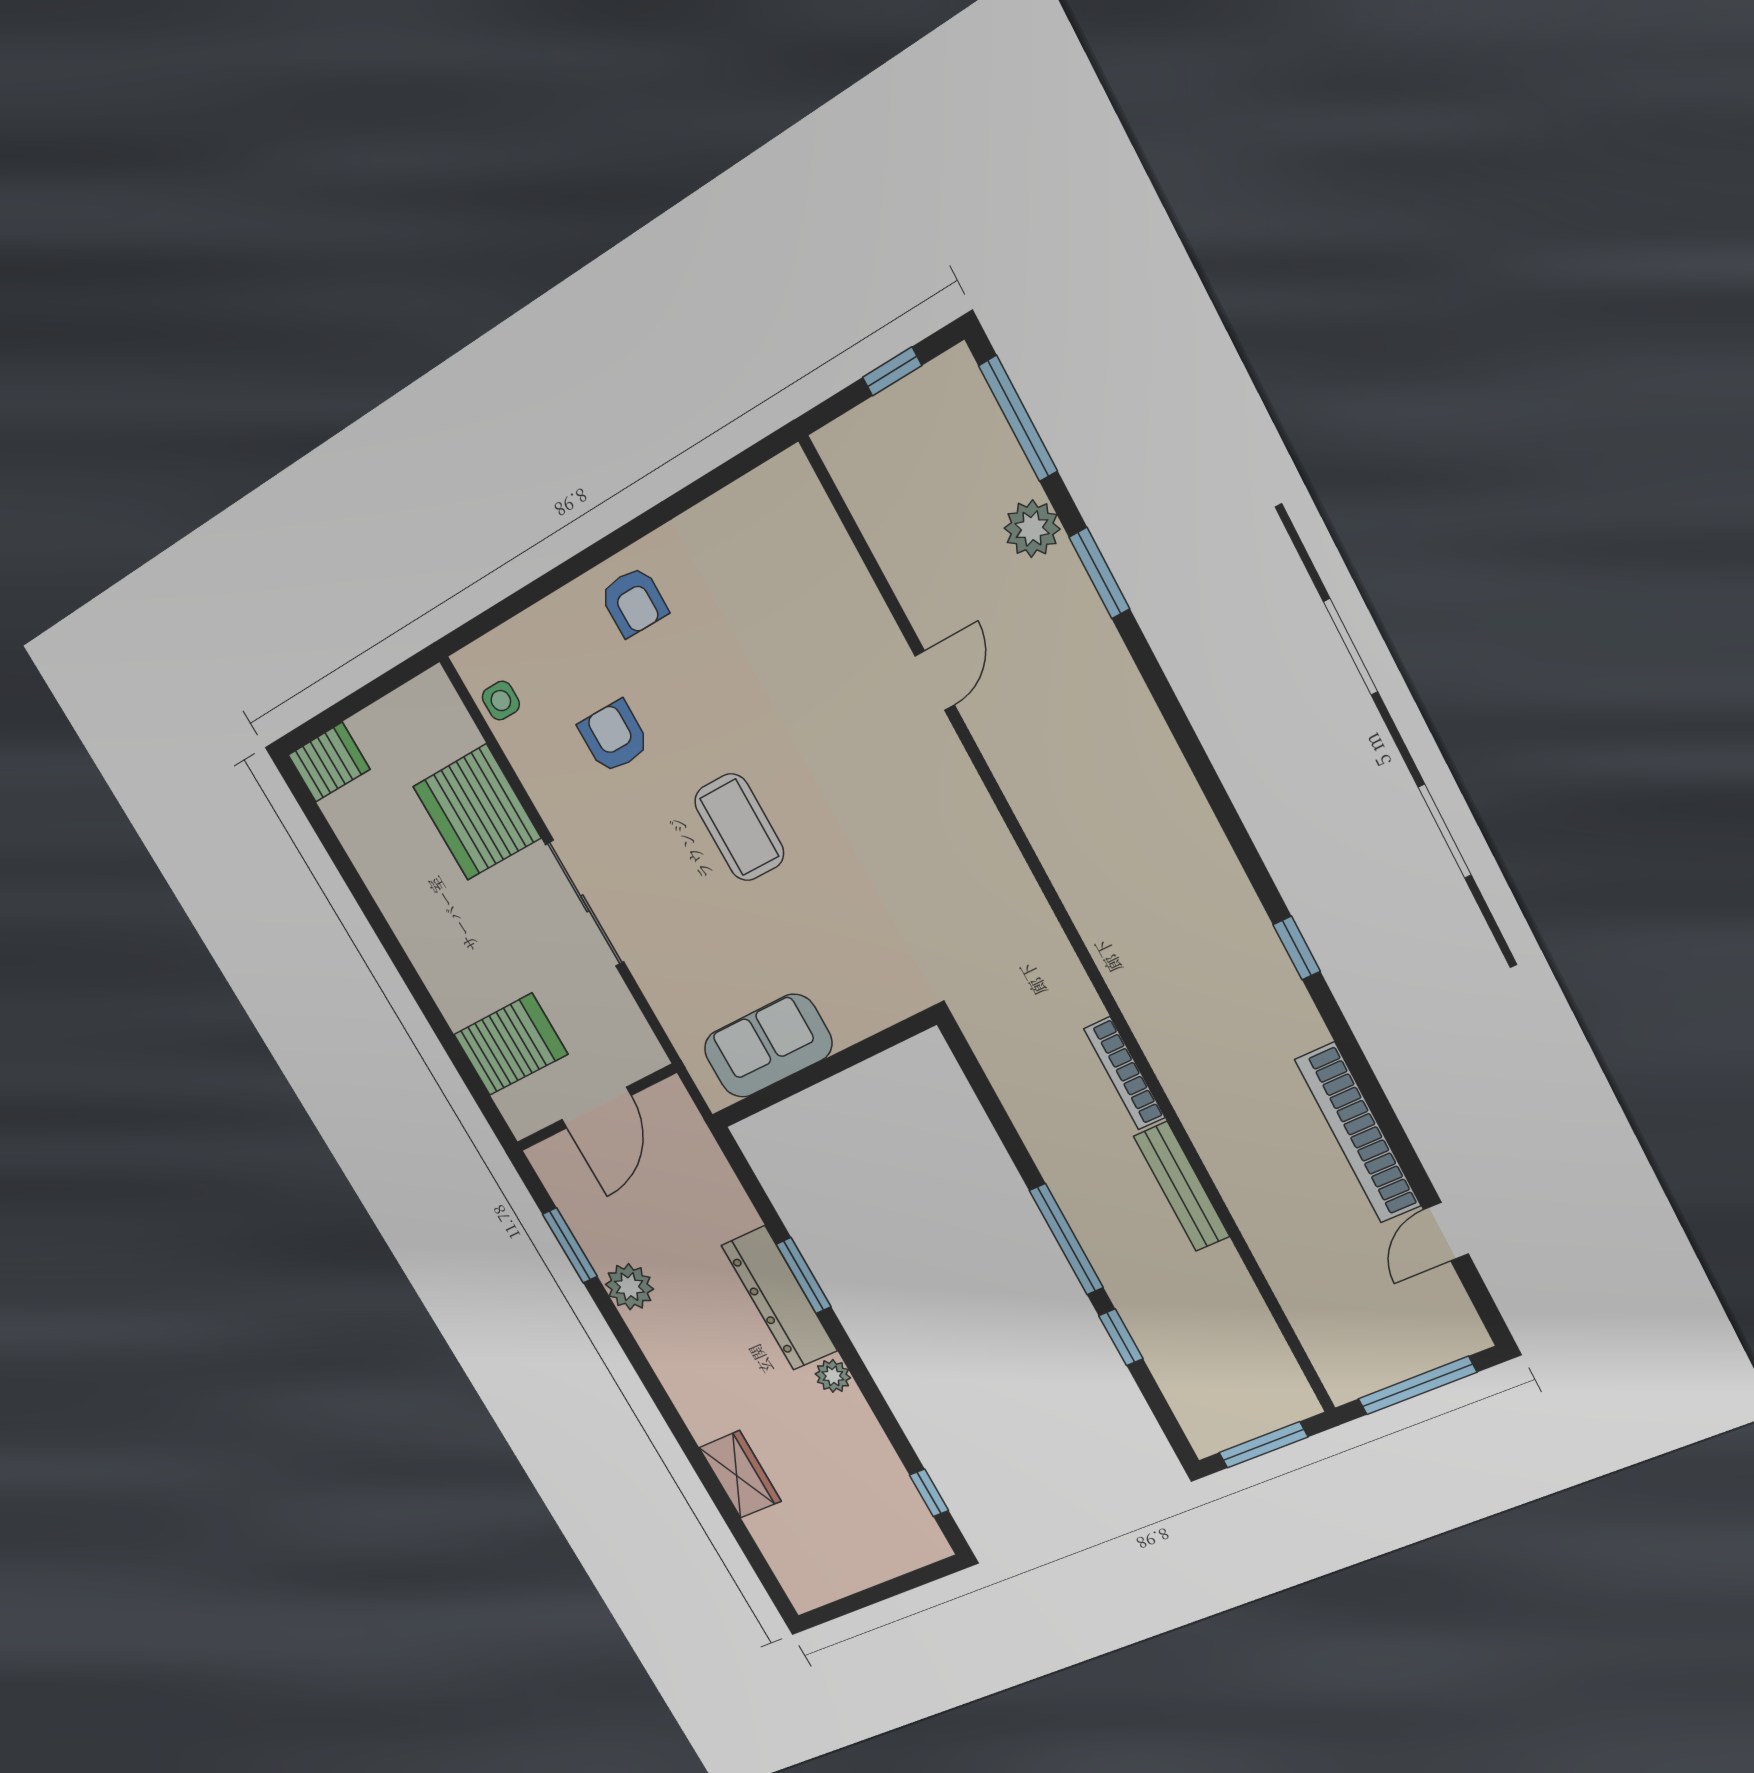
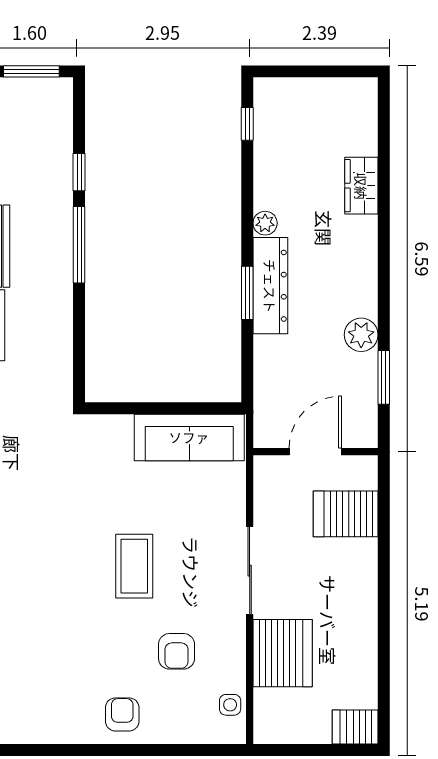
sofa: (768, 1046) -> (189, 437), width x1.36

